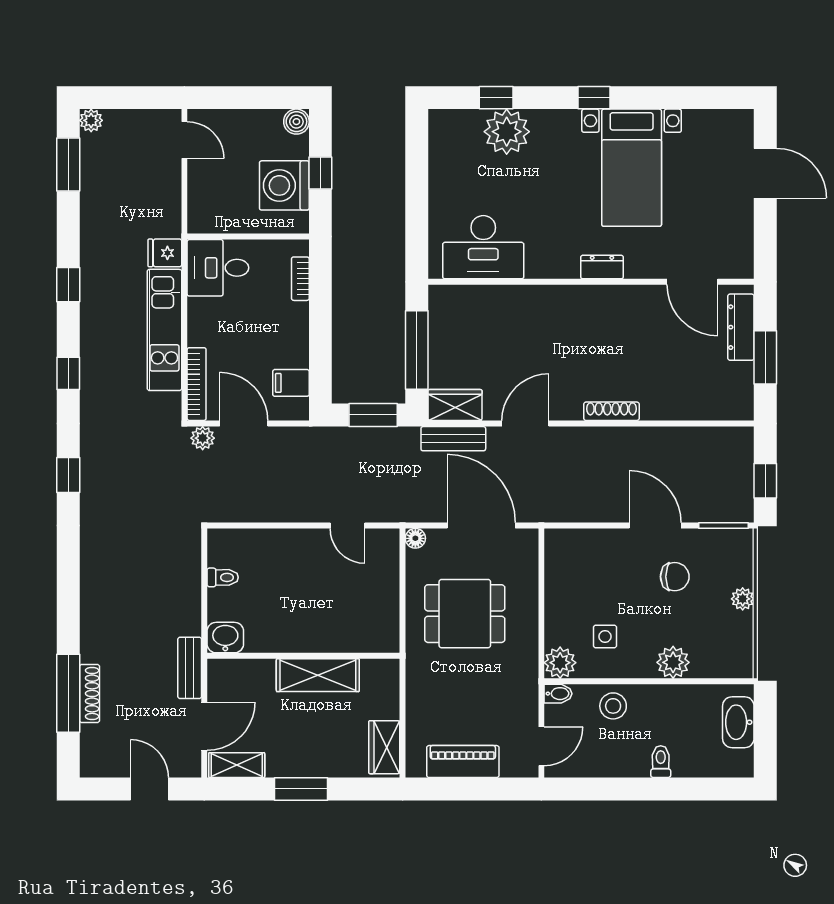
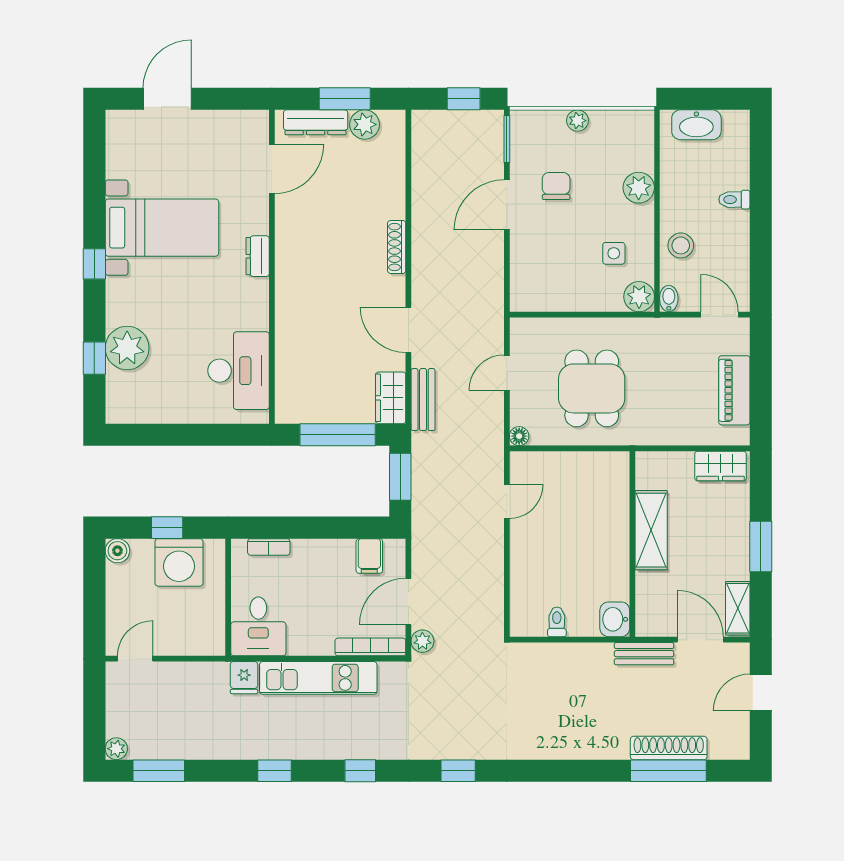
plant: (739, 378) -> (365, 124), added
door: (481, 525) -> (507, 373), width x0.53
shoe rack: (89, 693) -> (669, 748), width x1.36, depth x1.24

